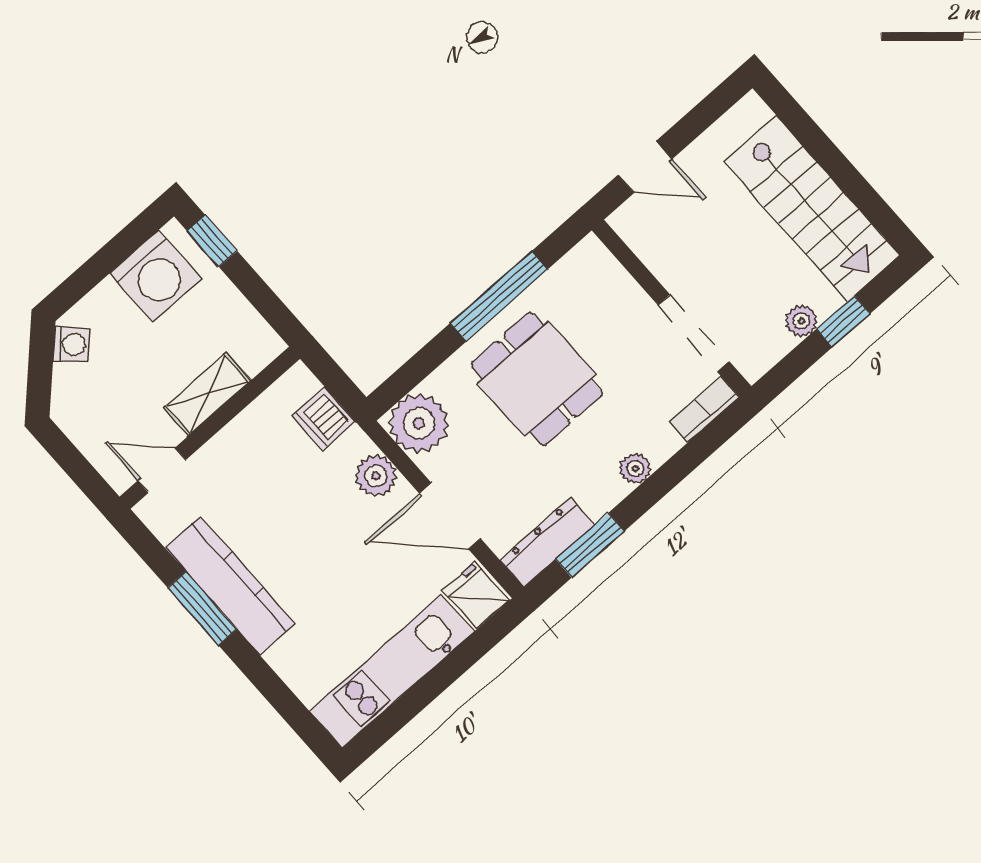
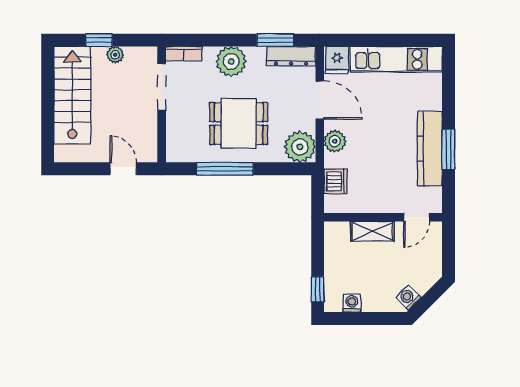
washing machine: (156, 276) -> (352, 303), width x0.53, depth x0.53
dining table: (537, 379) -> (239, 123), turned 90
plant: (635, 469) -> (231, 61), width x1.87, depth x1.87
door: (162, 470) -> (416, 217), hinge flipped

